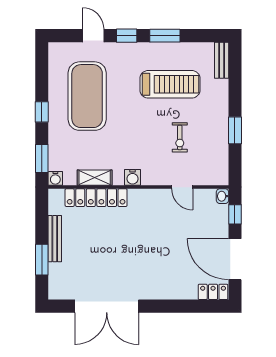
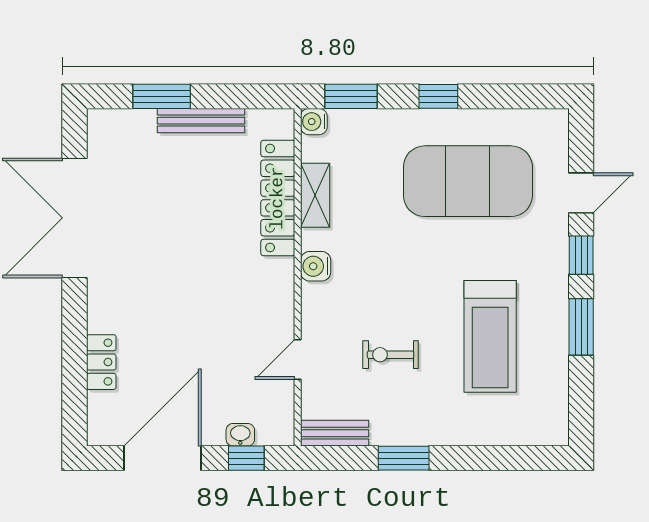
bench: (222, 60) -> (335, 433), moved
washbasin: (222, 196) -> (240, 435), moved
locker: (213, 292) -> (101, 362), moved

